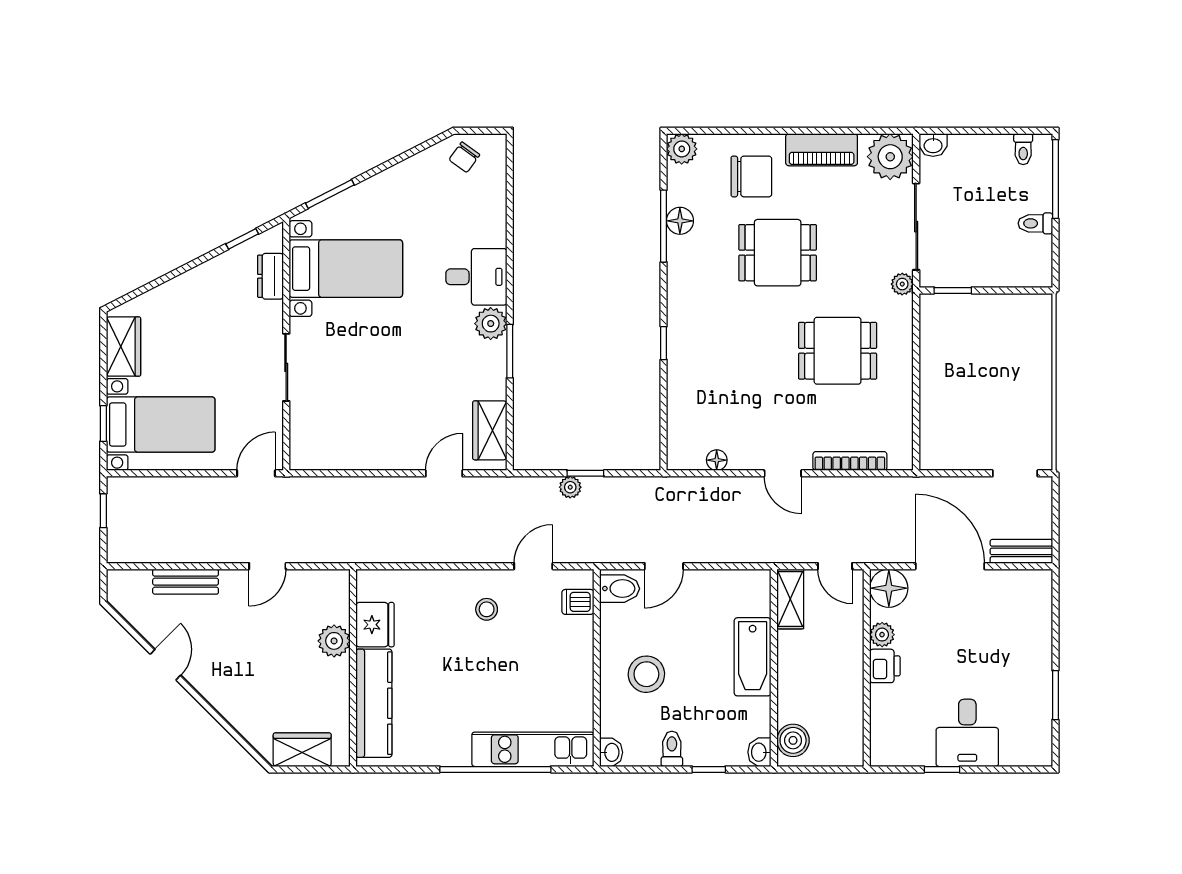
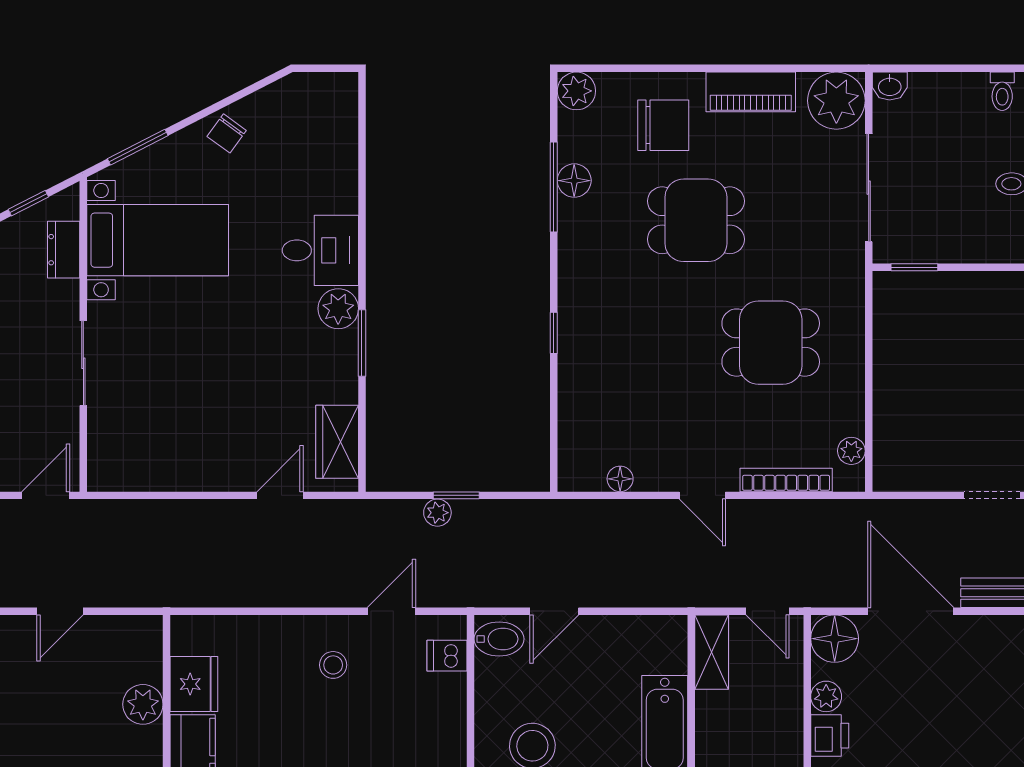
chair: (464, 157) -> (227, 133), moved
plant: (902, 284) -> (851, 451), moved

